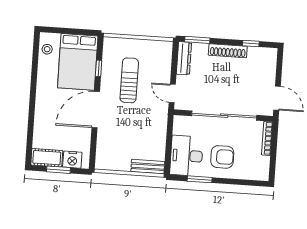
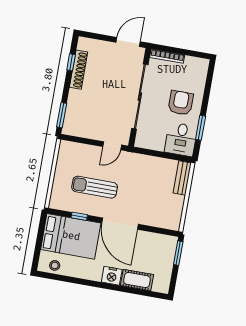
shoe rack: (228, 51) -> (79, 70), moved
dresser: (184, 58) -> (79, 130), removed
desk: (186, 156) -> (181, 139), width x0.73
cot: (47, 158) -> (137, 280), moved, turned 90
nightstand: (72, 160) -> (112, 276), moved, turned 90
window: (58, 170) -> (178, 253), moved

